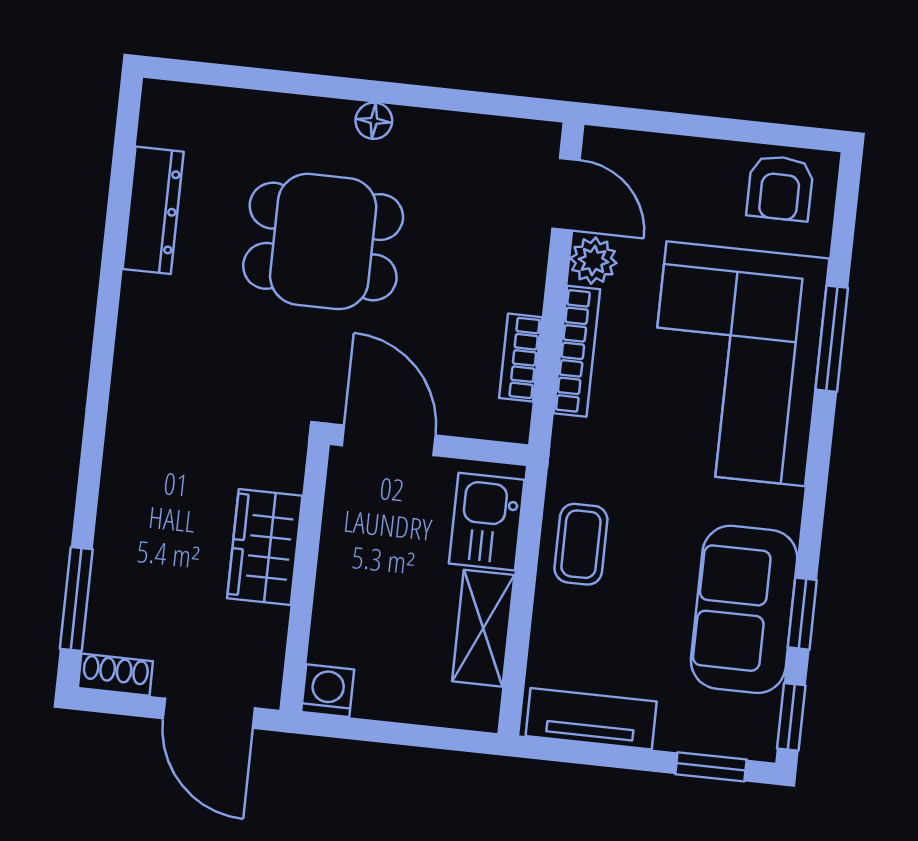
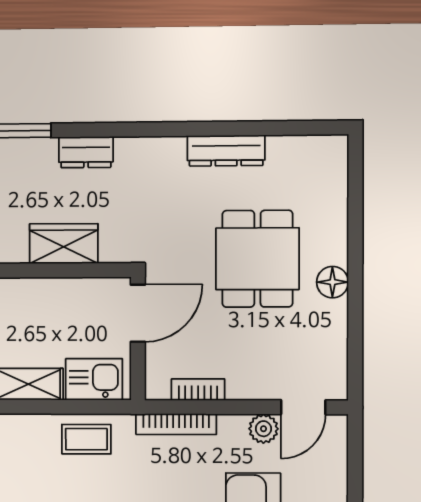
floor lamp: (374, 121) -> (332, 282), width x1.37, depth x1.37
dresser: (153, 210) -> (226, 151), moved
bookcase: (577, 351) -> (176, 424), moved
dresser: (123, 496) -> (86, 152), added

